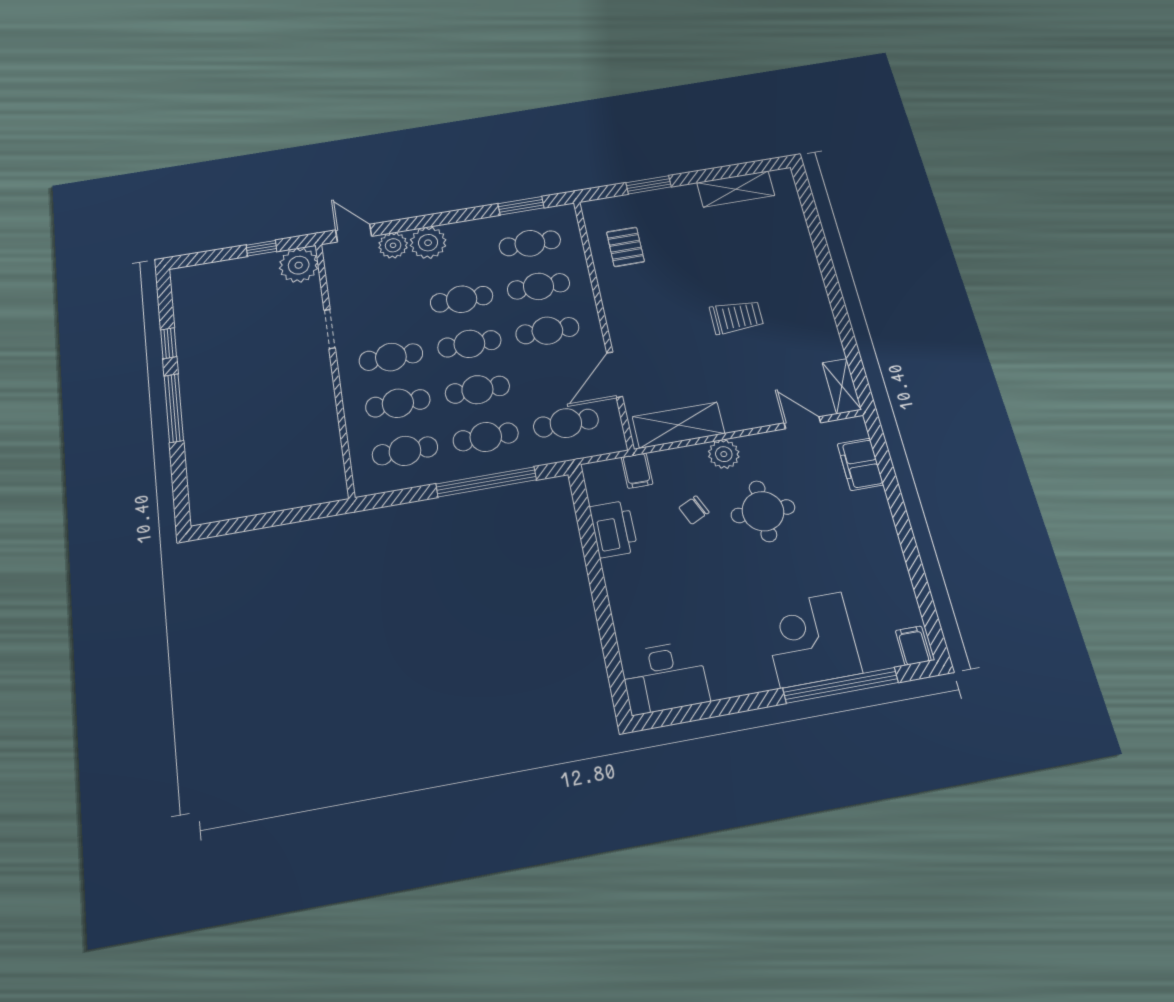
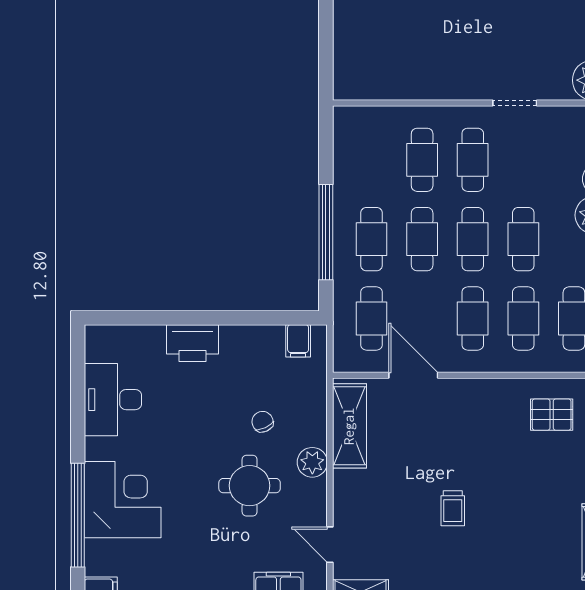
trolley: (736, 317) -> (453, 508), width x0.73, depth x0.72
door: (802, 423) -> (330, 545), swing flipped
cafe table: (405, 451) -> (372, 160), removed
filing cabinet: (637, 471) -> (298, 341), moved, turned -90
printer: (614, 529) -> (192, 343), moved
desk: (665, 677) -> (113, 400), moved

